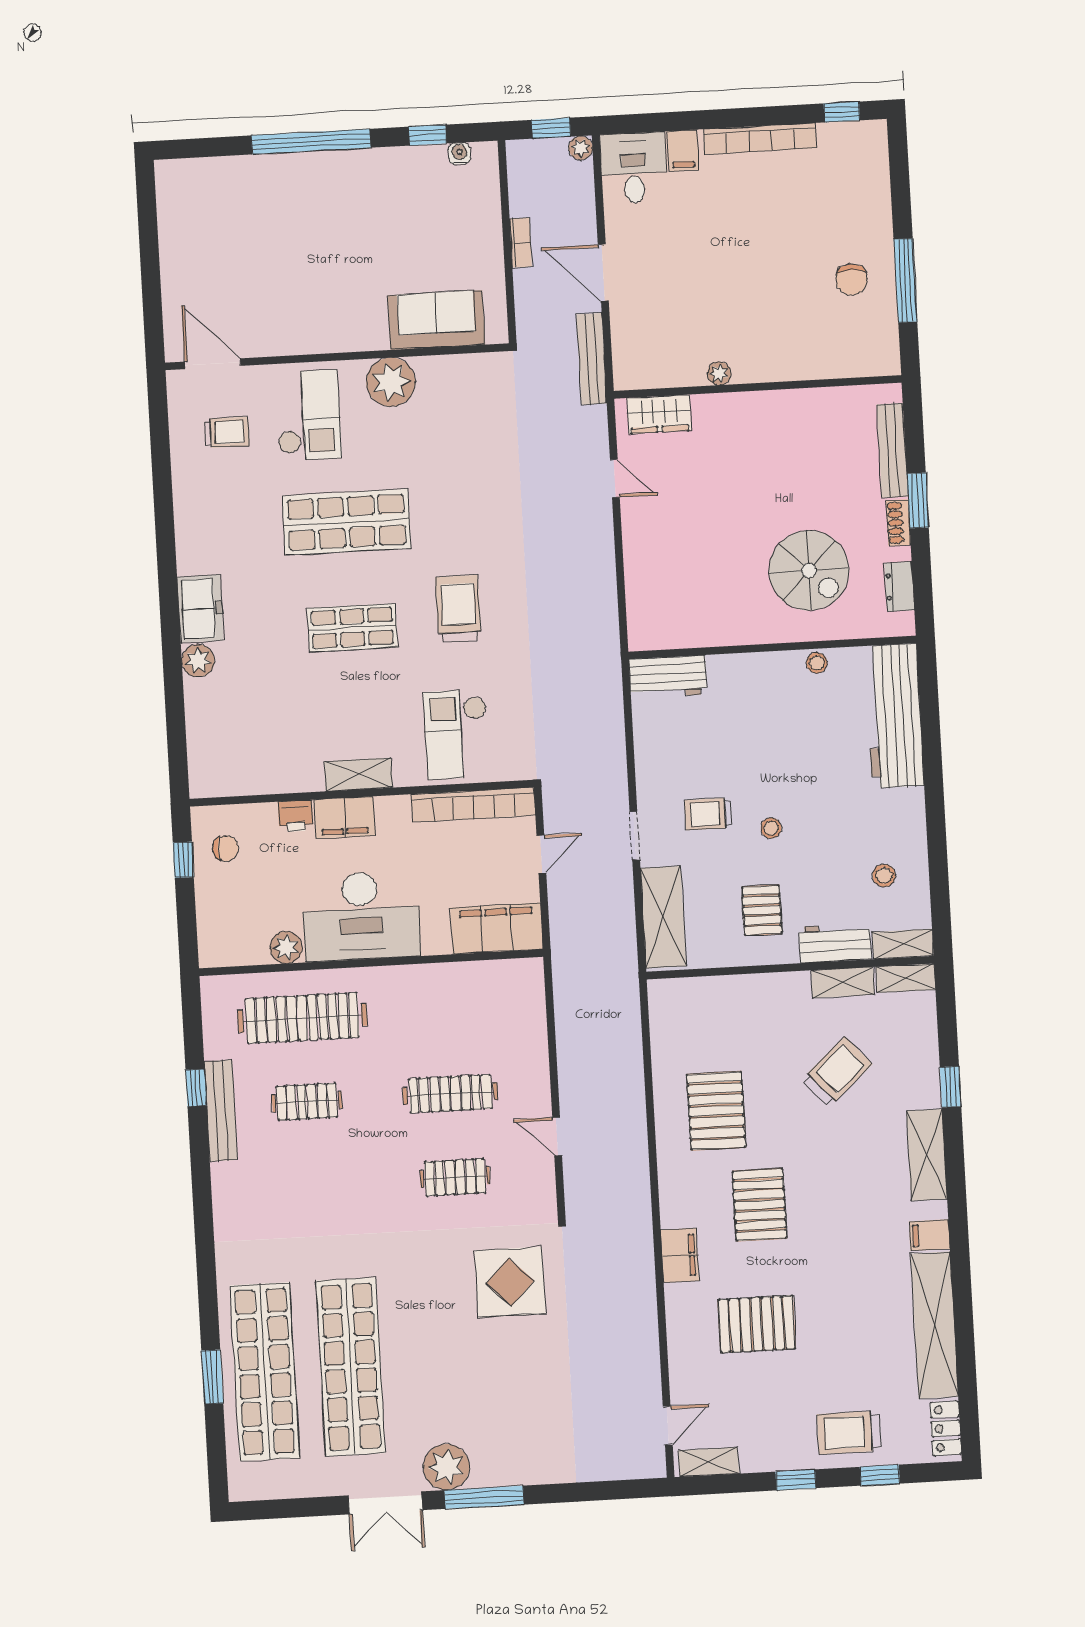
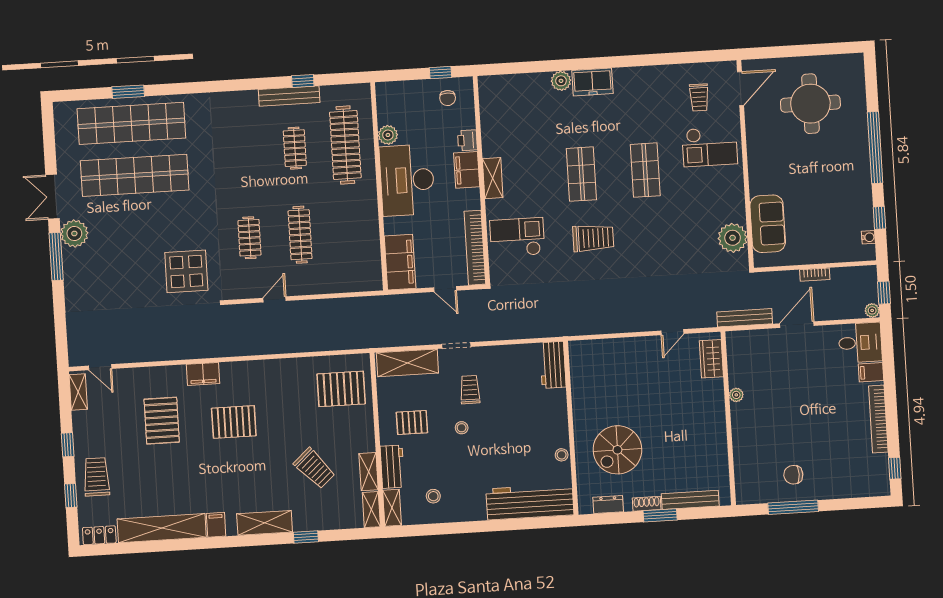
round table: (238, 248) -> (810, 104), added
plant: (391, 382) -> (733, 238), moved
shop shelf: (346, 522) -> (645, 170), width x0.70, depth x0.74
pallet: (716, 1111) -> (341, 389), moved

